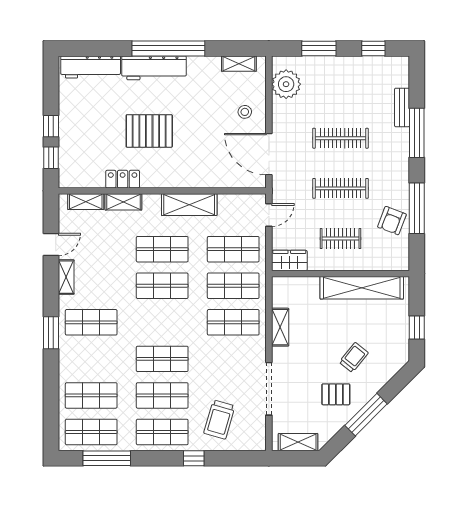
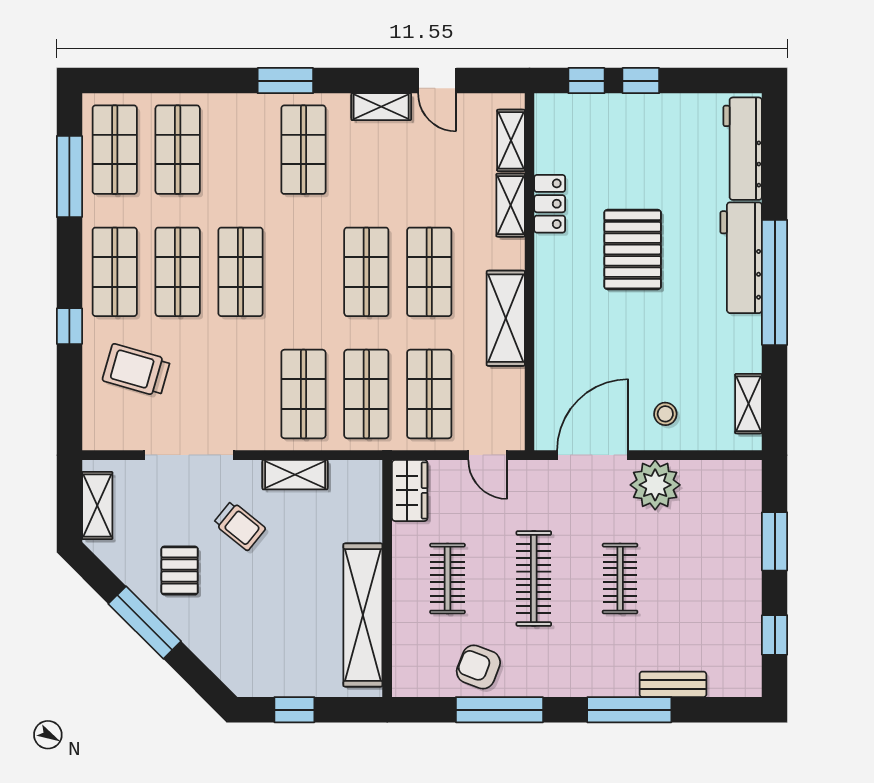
plant: (286, 84) -> (655, 485), moved
clothes rail: (340, 138) -> (620, 579), width x0.73
trolley: (354, 357) -> (240, 526), moved

